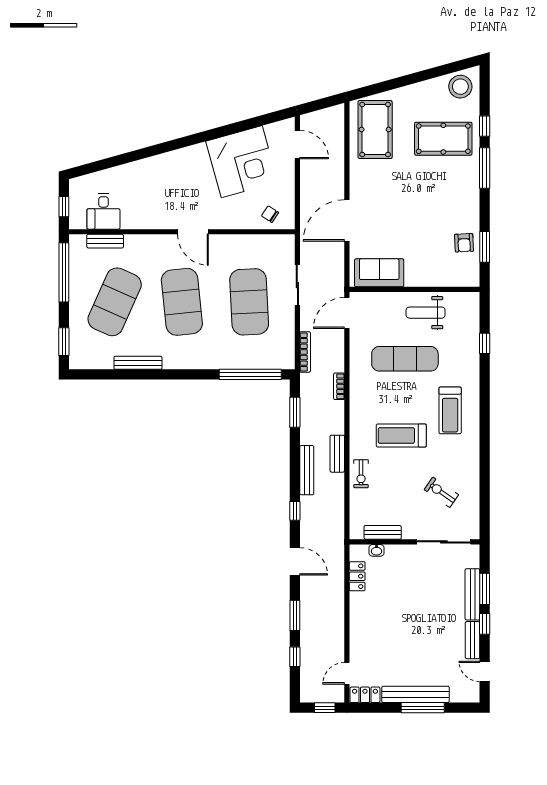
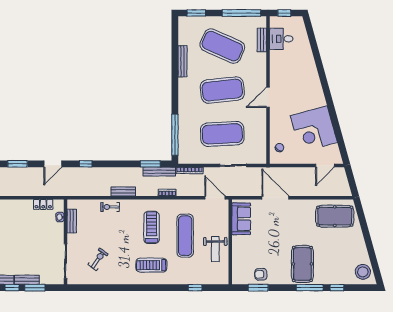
pool table: (443, 139) -> (302, 264), moved
weight bench: (426, 313) -> (215, 249), turned 180
treadmill: (401, 435) -> (152, 227), moved
bench: (307, 470) -> (159, 172), moved
bench: (472, 594) -> (27, 280), width x0.73

